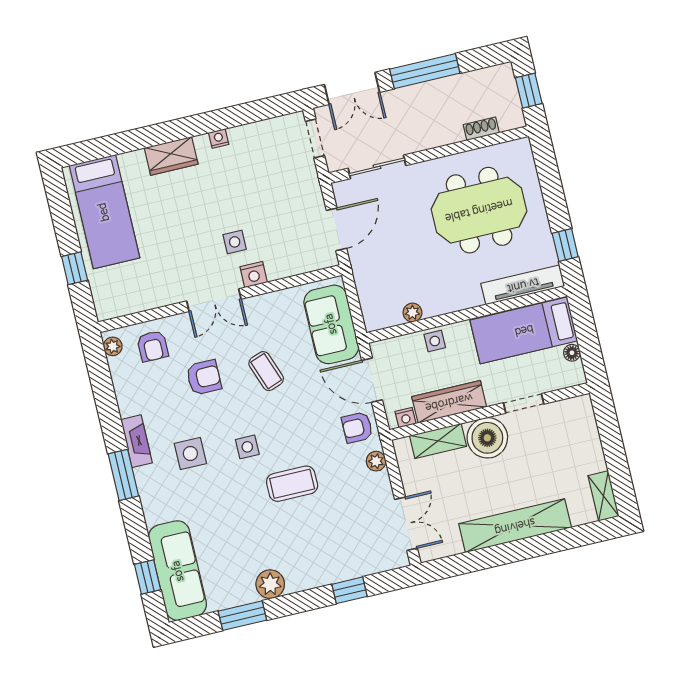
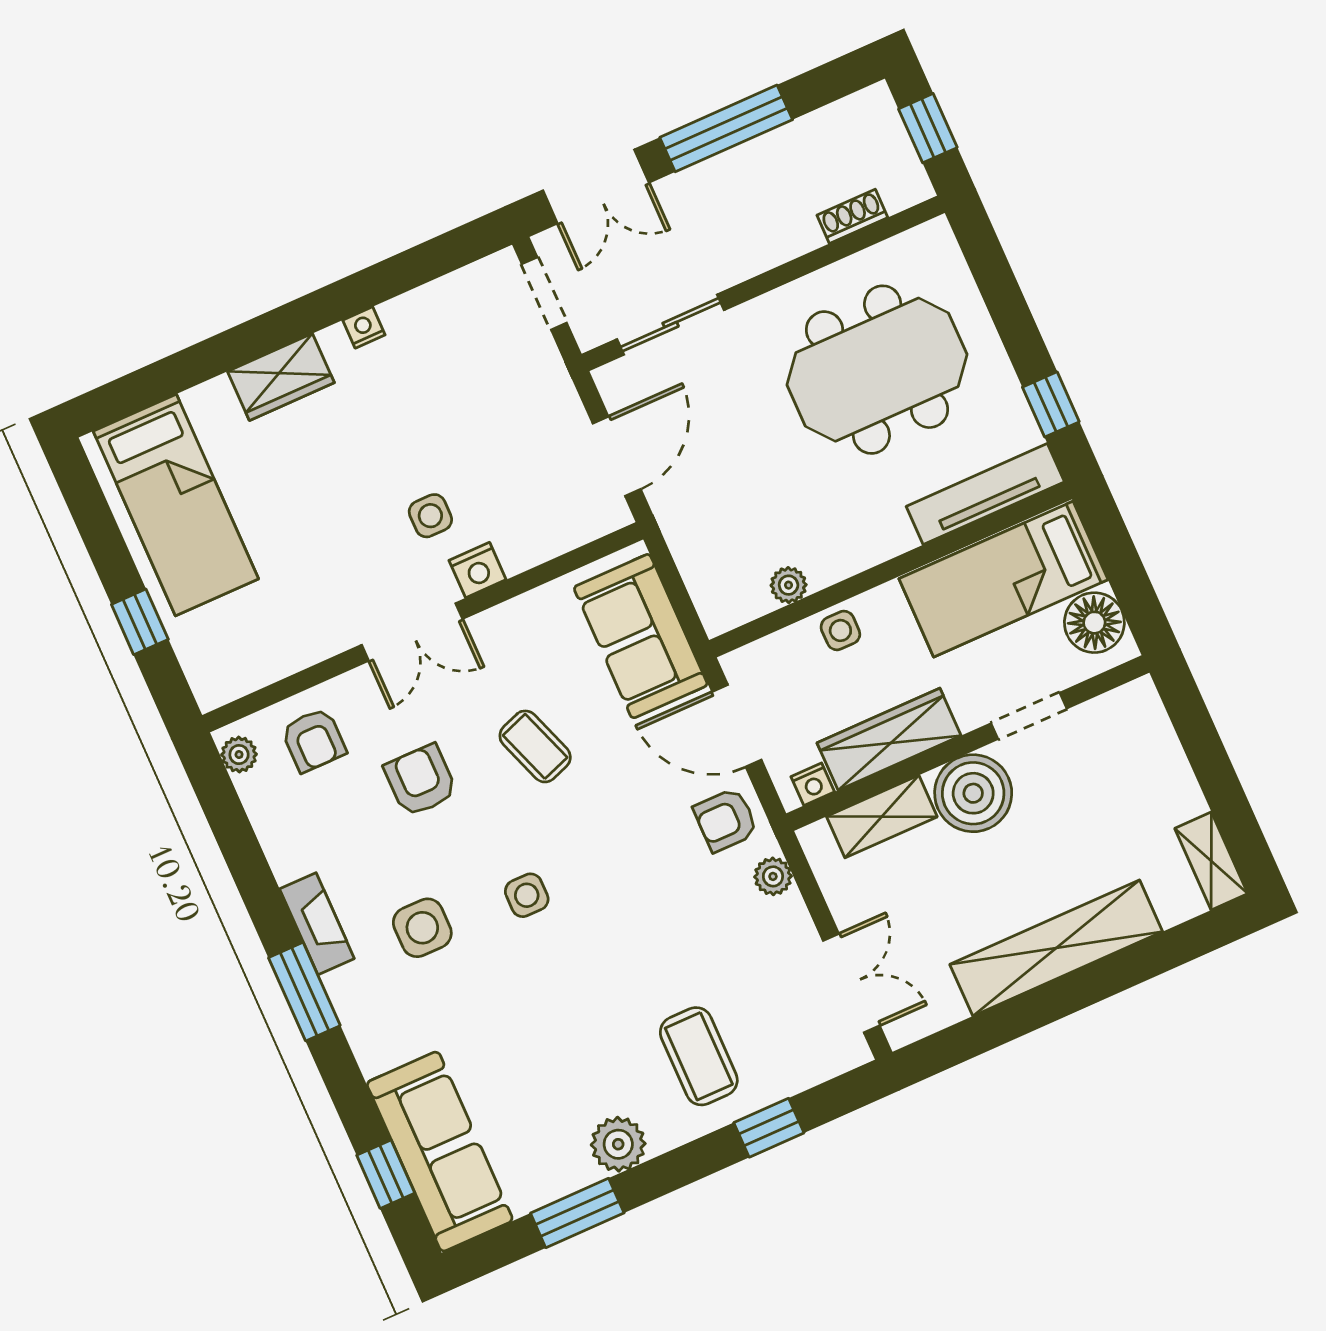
floor lamp: (572, 353) -> (1094, 623), width x1.89, depth x1.89
armchair: (204, 377) -> (421, 780), turned -90
coffee table: (292, 484) -> (699, 1056), moved, turned 90

